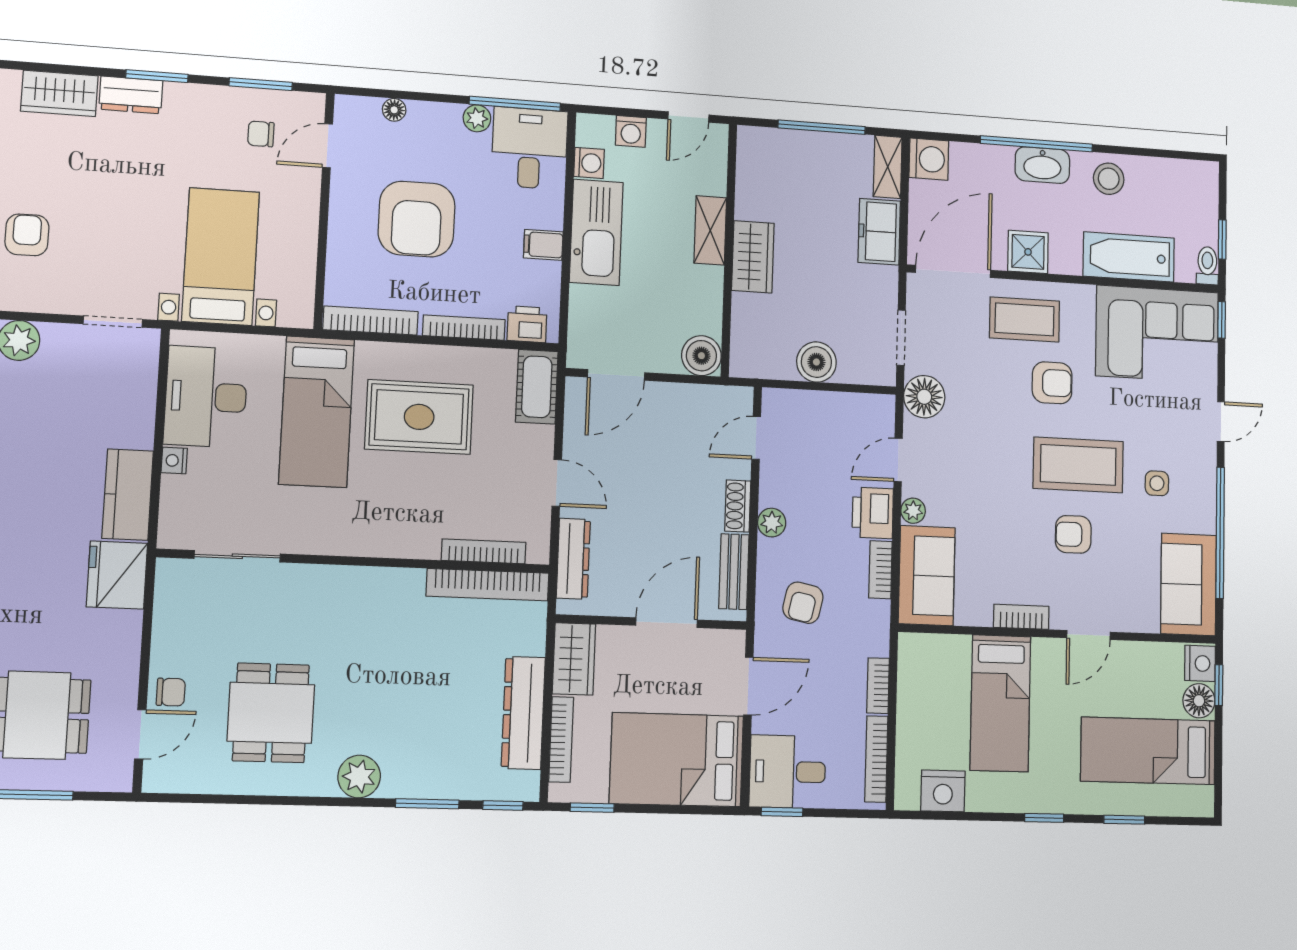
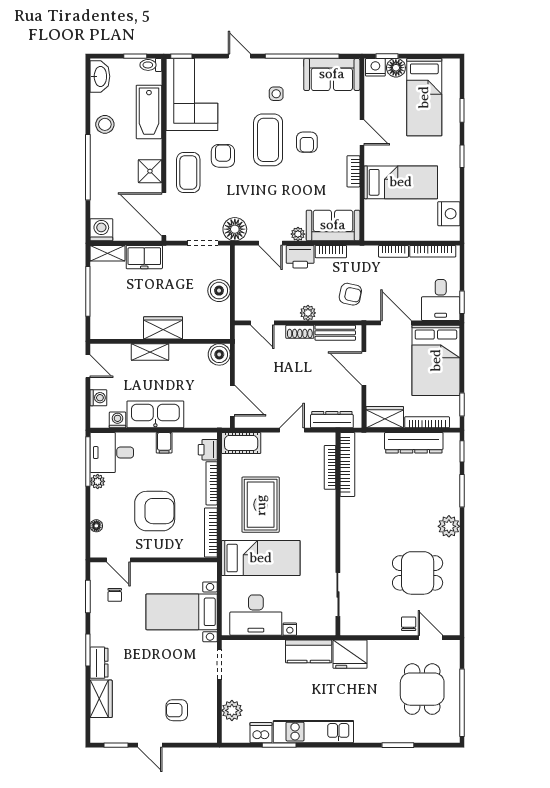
washbasin: (1042, 165) -> (100, 76), moved

